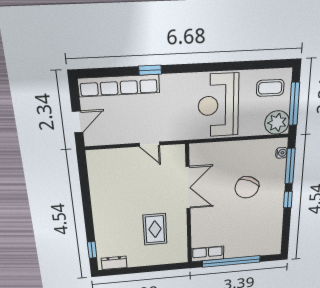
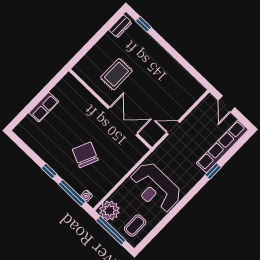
reception desk: (218, 105) -> (155, 188), turned 180
double door: (188, 188) -> (123, 121), swing flipped
rug: (155, 229) -> (116, 74), turned 90
row of seats: (207, 254) -> (44, 107), moved
window: (231, 261) -> (41, 95), removed

